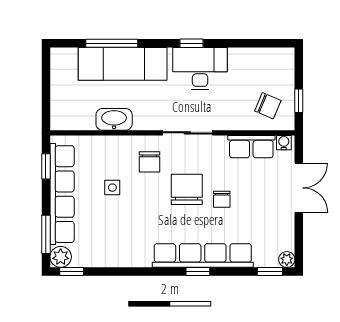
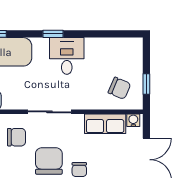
desk: (200, 69) -> (67, 56), width x0.73
chair: (149, 162) -> (16, 137), turned -90

